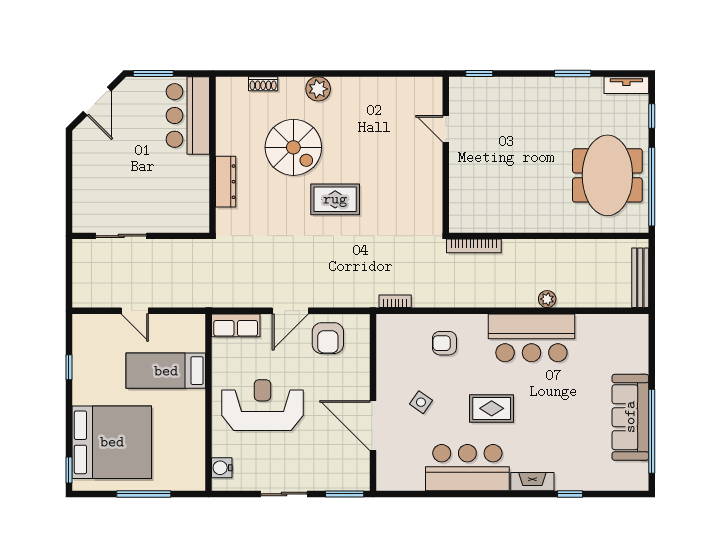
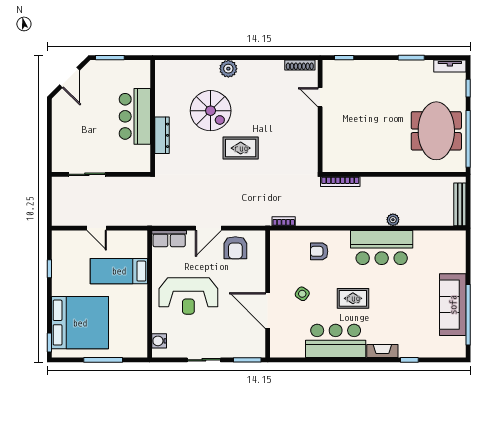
shoe rack: (263, 84) -> (300, 65), moved, width x1.43
bar counter: (188, 115) -> (135, 116), moved
reception desk: (262, 405) -> (188, 296), turned 180

